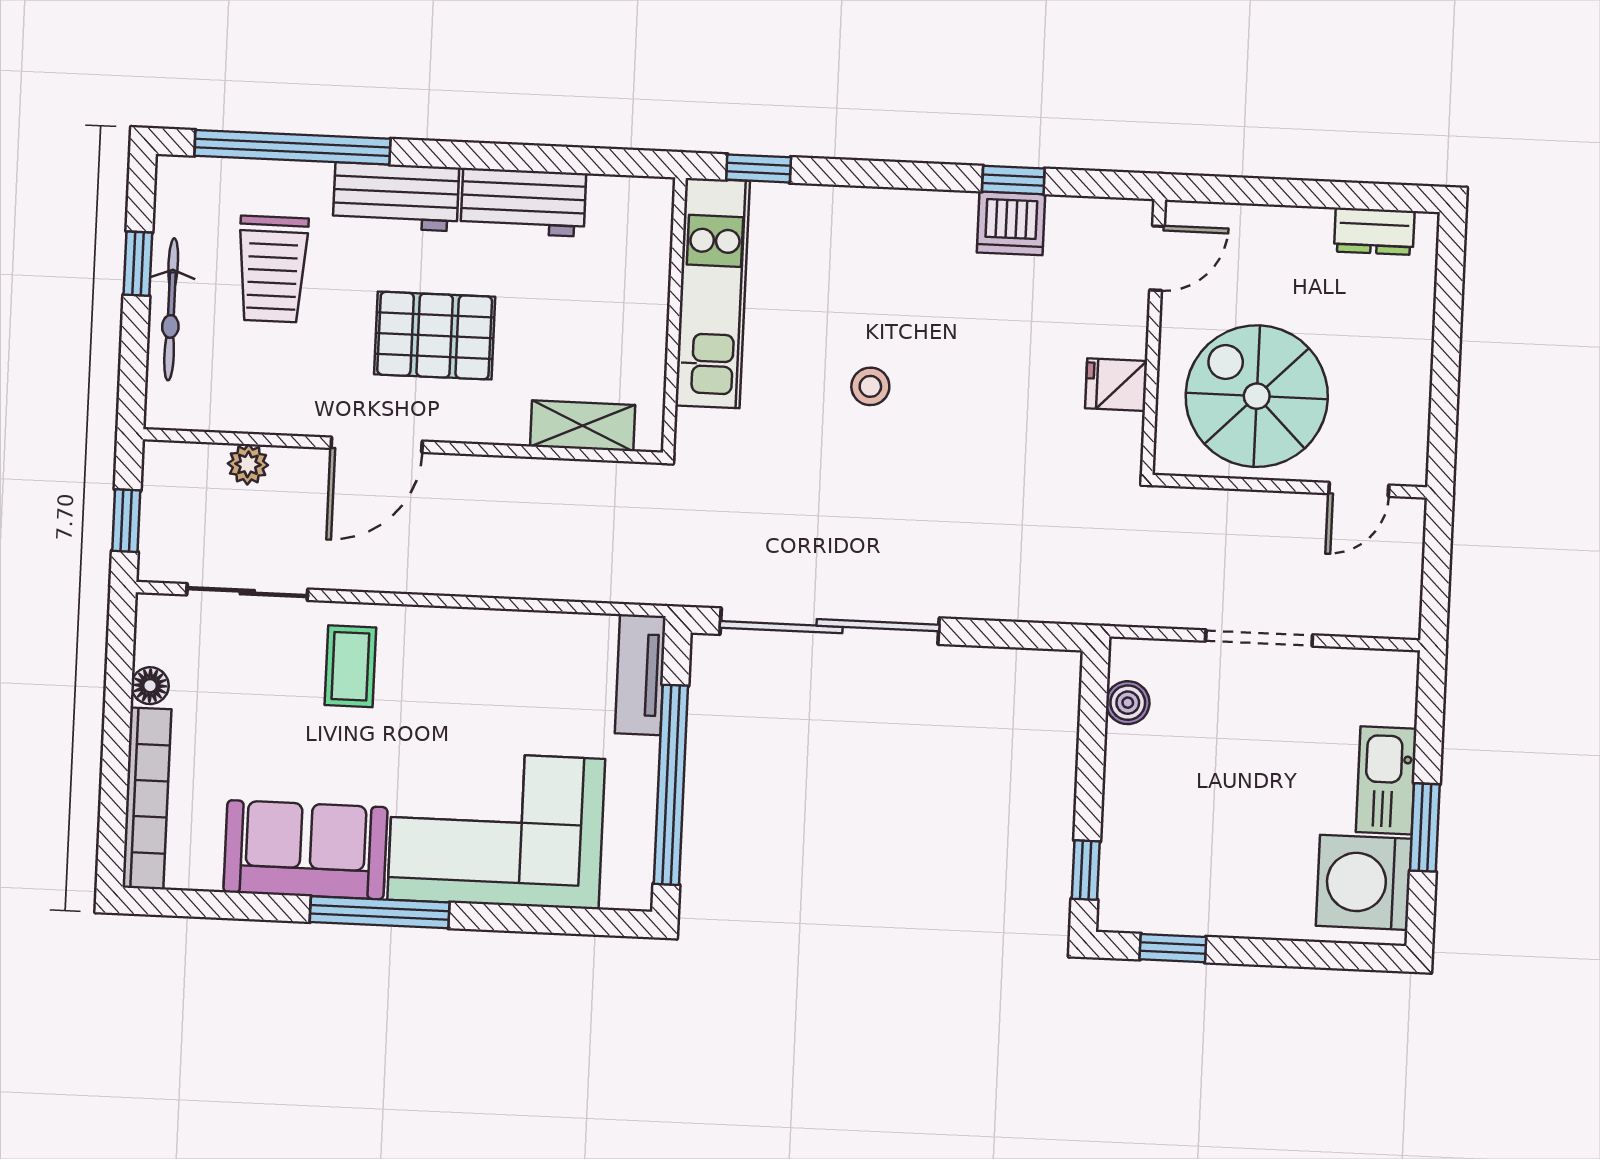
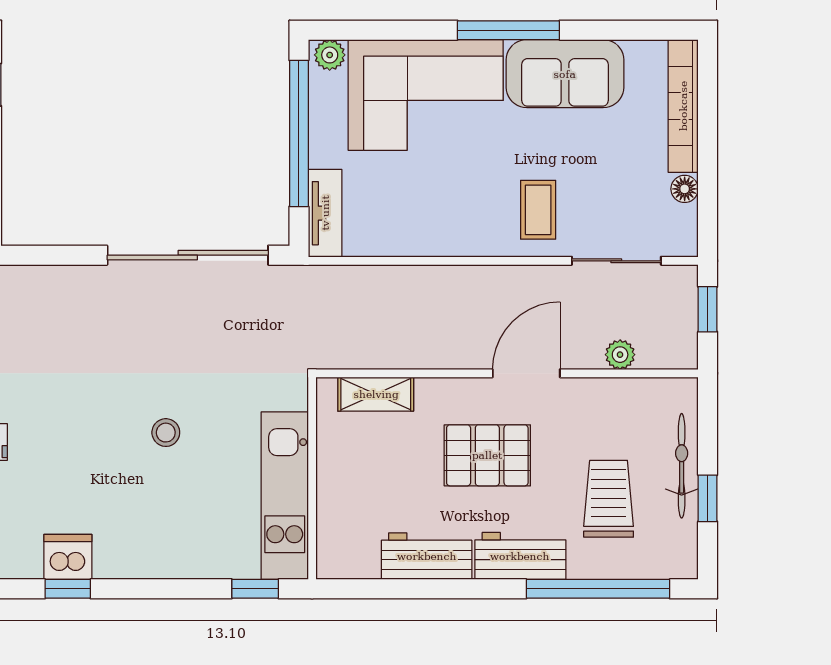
plant: (624, 890) -> (330, 55), added

